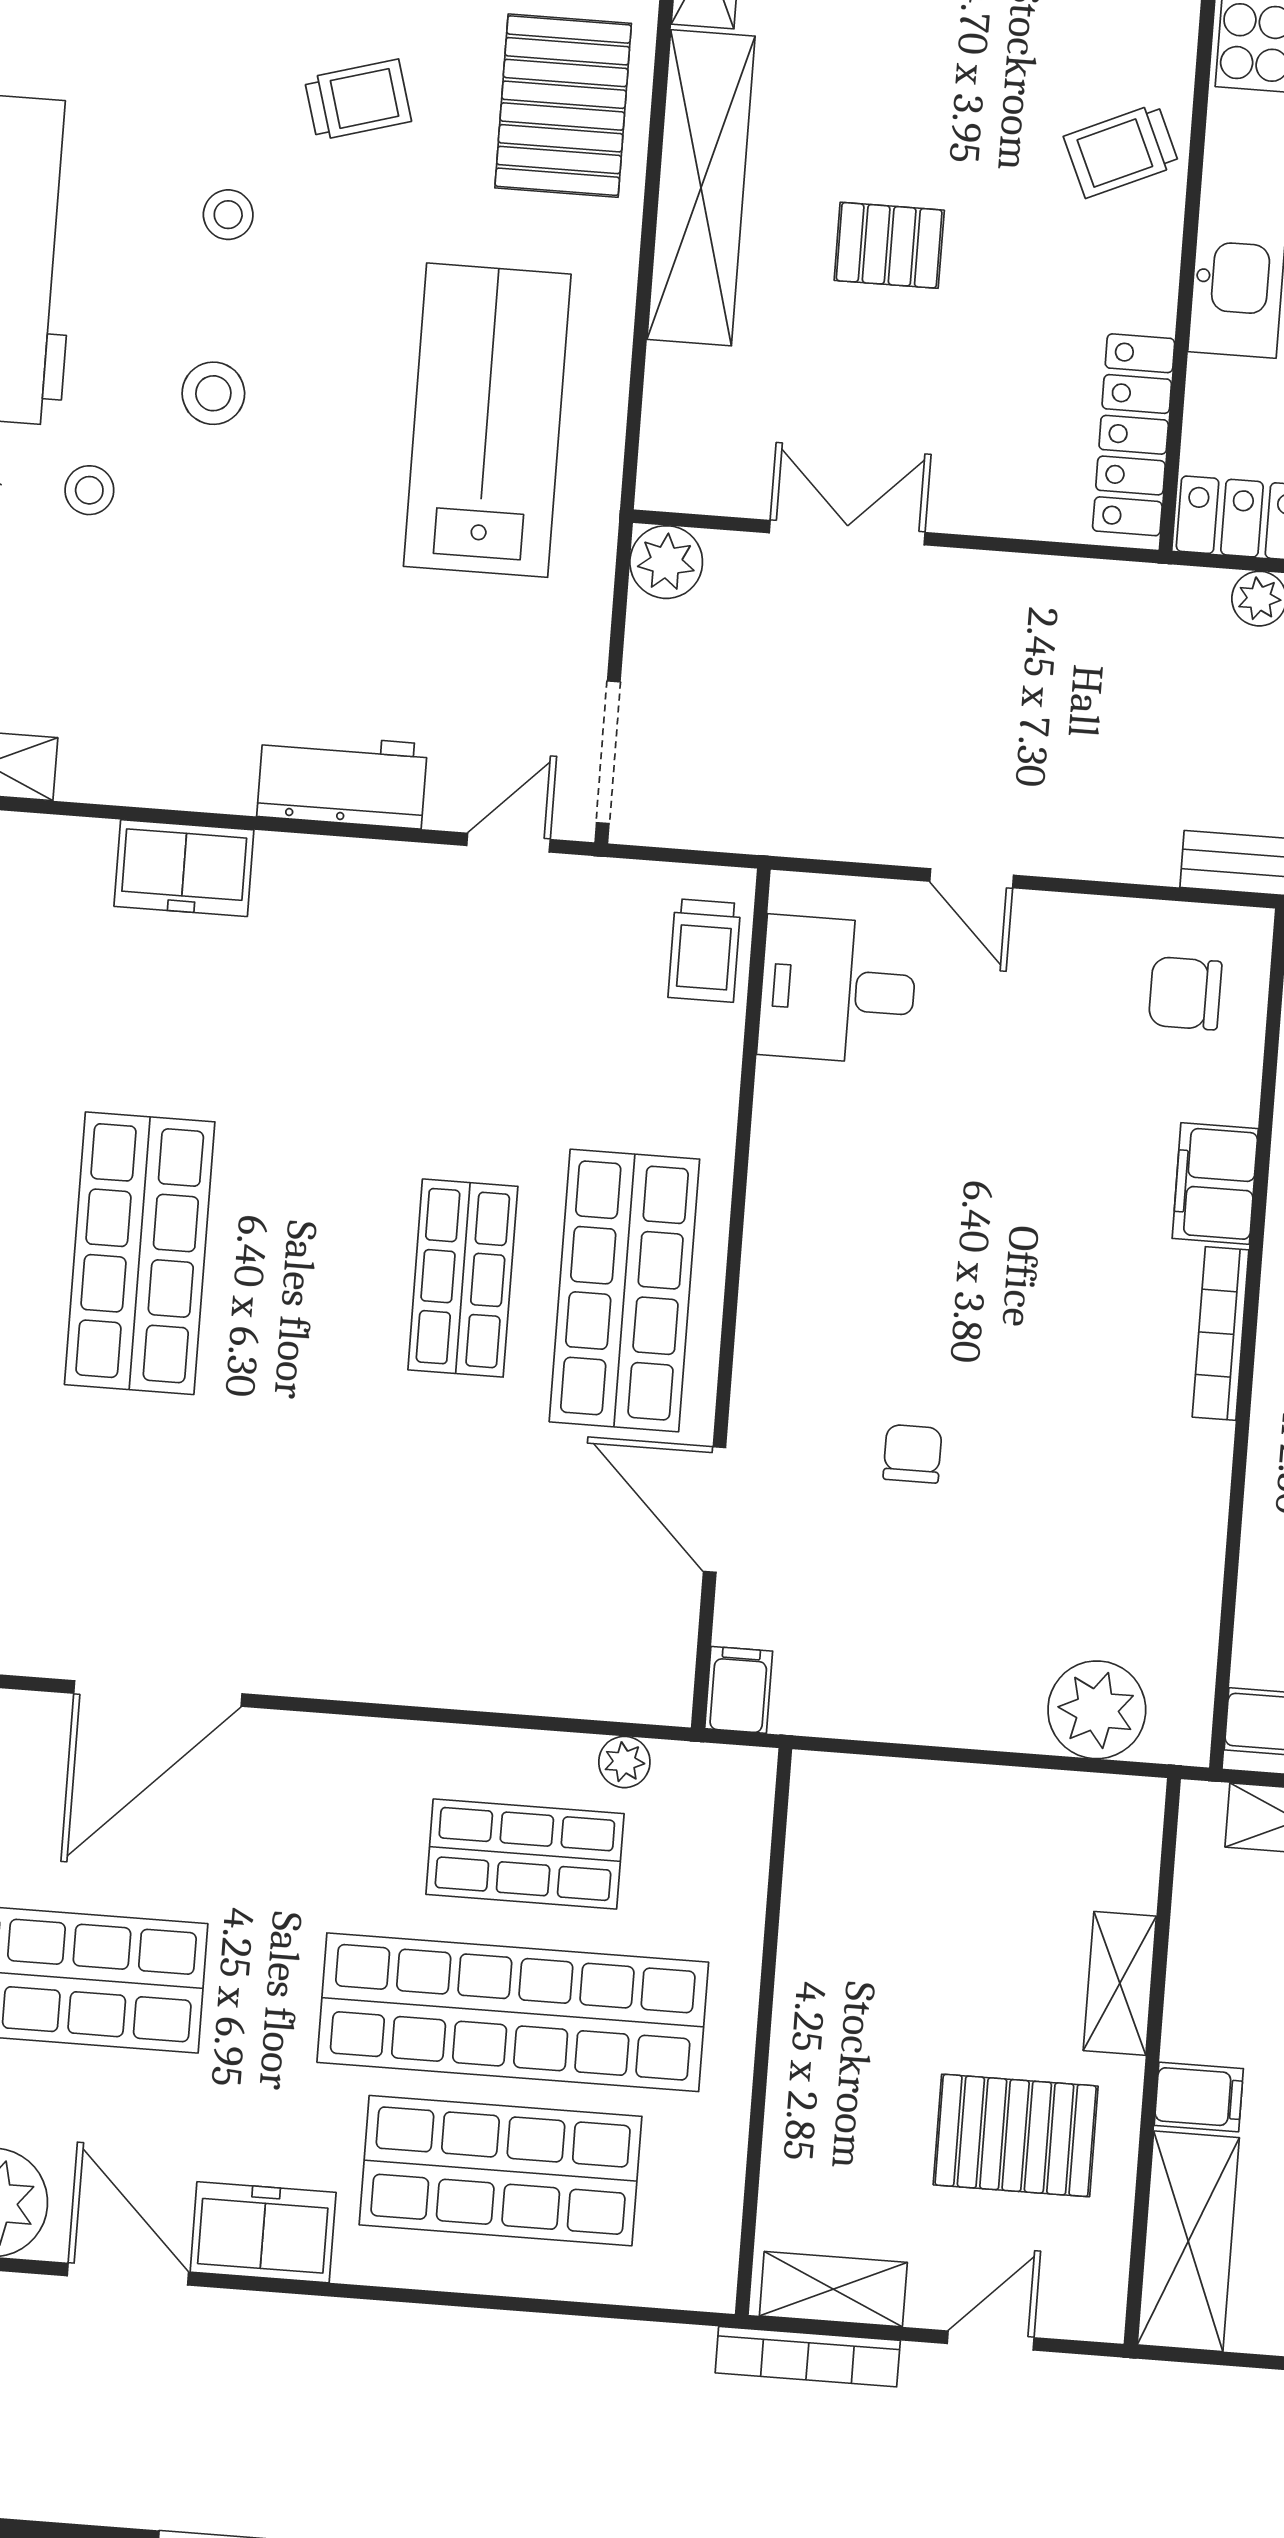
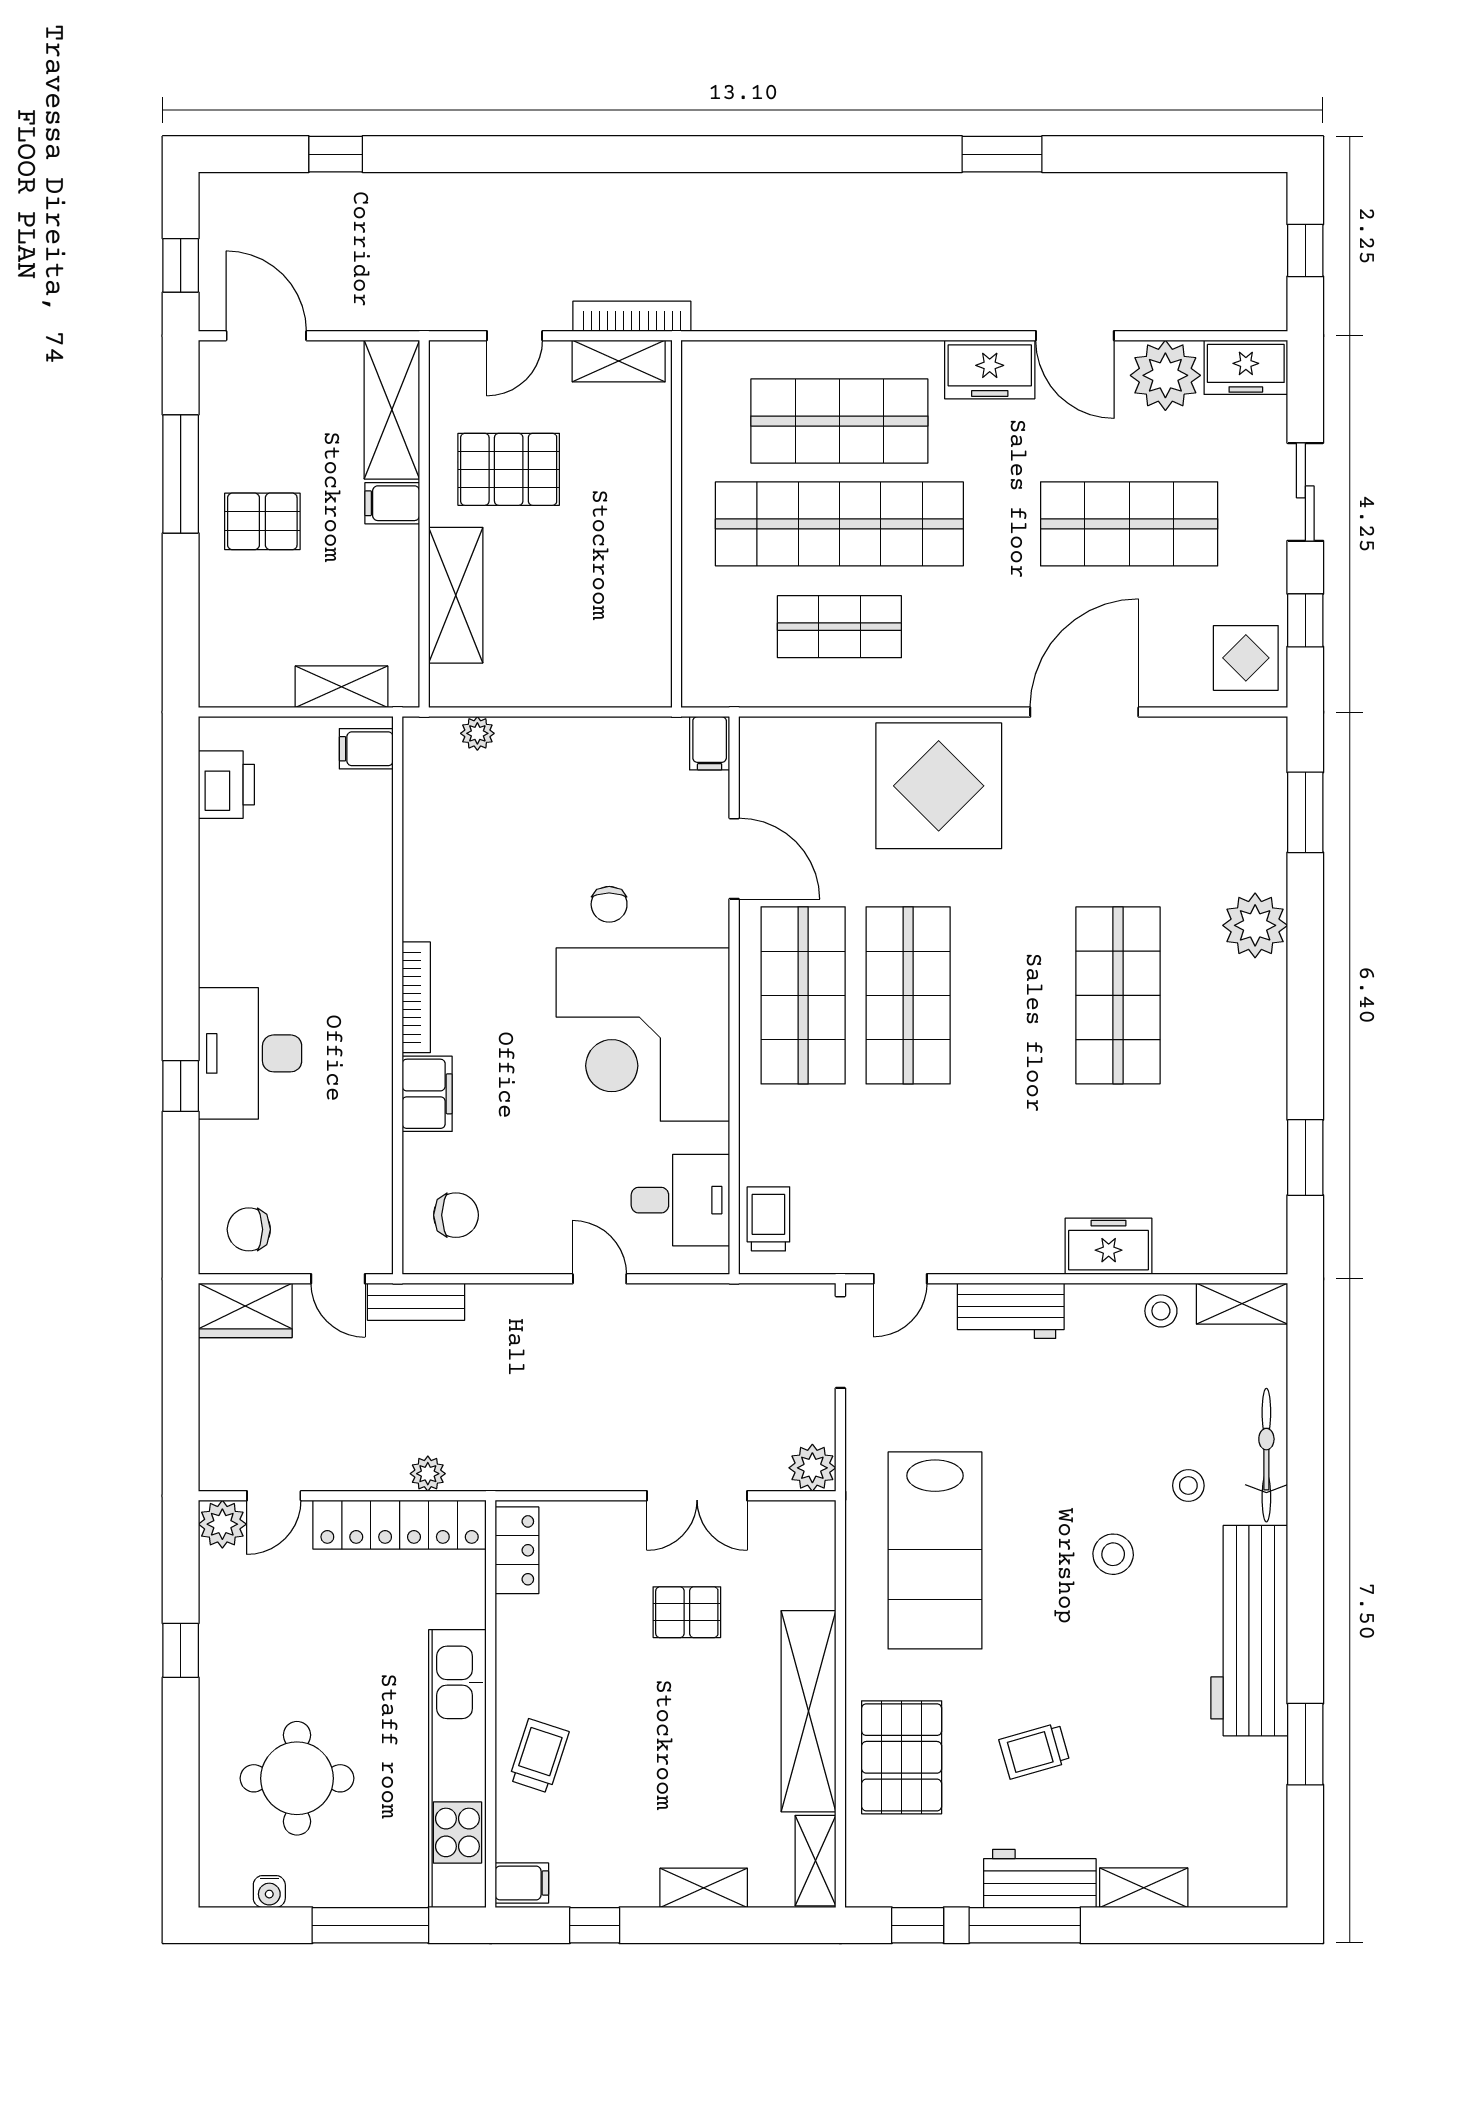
trolley: (1121, 151) -> (539, 1756), turned -48
stool: (228, 215) -> (1161, 1311), moved
pallet: (889, 245) -> (687, 1612), moved
locker: (1134, 435) -> (517, 1550), width x0.66
corner desk: (876, 1249) -> (643, 1034), added
shop shelf: (463, 1278) -> (908, 995), width x1.43, depth x1.36
display table: (391, 1597) -> (939, 786), added
plant: (1097, 1710) -> (477, 733), width x0.53, depth x0.53
plant: (624, 1762) -> (780, 691), removed
shelving: (1120, 1983) -> (456, 595), width x1.50, depth x1.33

